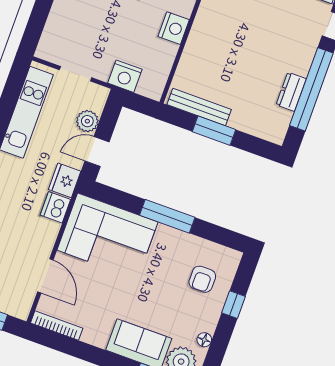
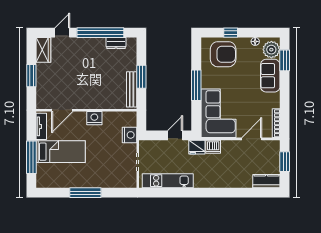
dresser: (291, 92) -> (116, 43), moved
plant: (87, 121) -> (161, 146), removed
door: (97, 151) -> (175, 135), swing flipped
armchair: (202, 279) -> (223, 54), width x1.88, depth x1.88

